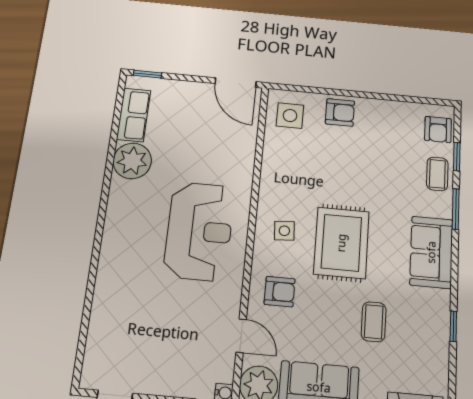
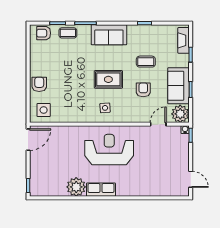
row of seats: (134, 115) -> (101, 190), moved
armchair: (438, 129) -> (44, 33), turned 180
rug: (341, 243) -> (108, 79), width x0.73, depth x0.70
armchair: (280, 292) -> (143, 90), moved

